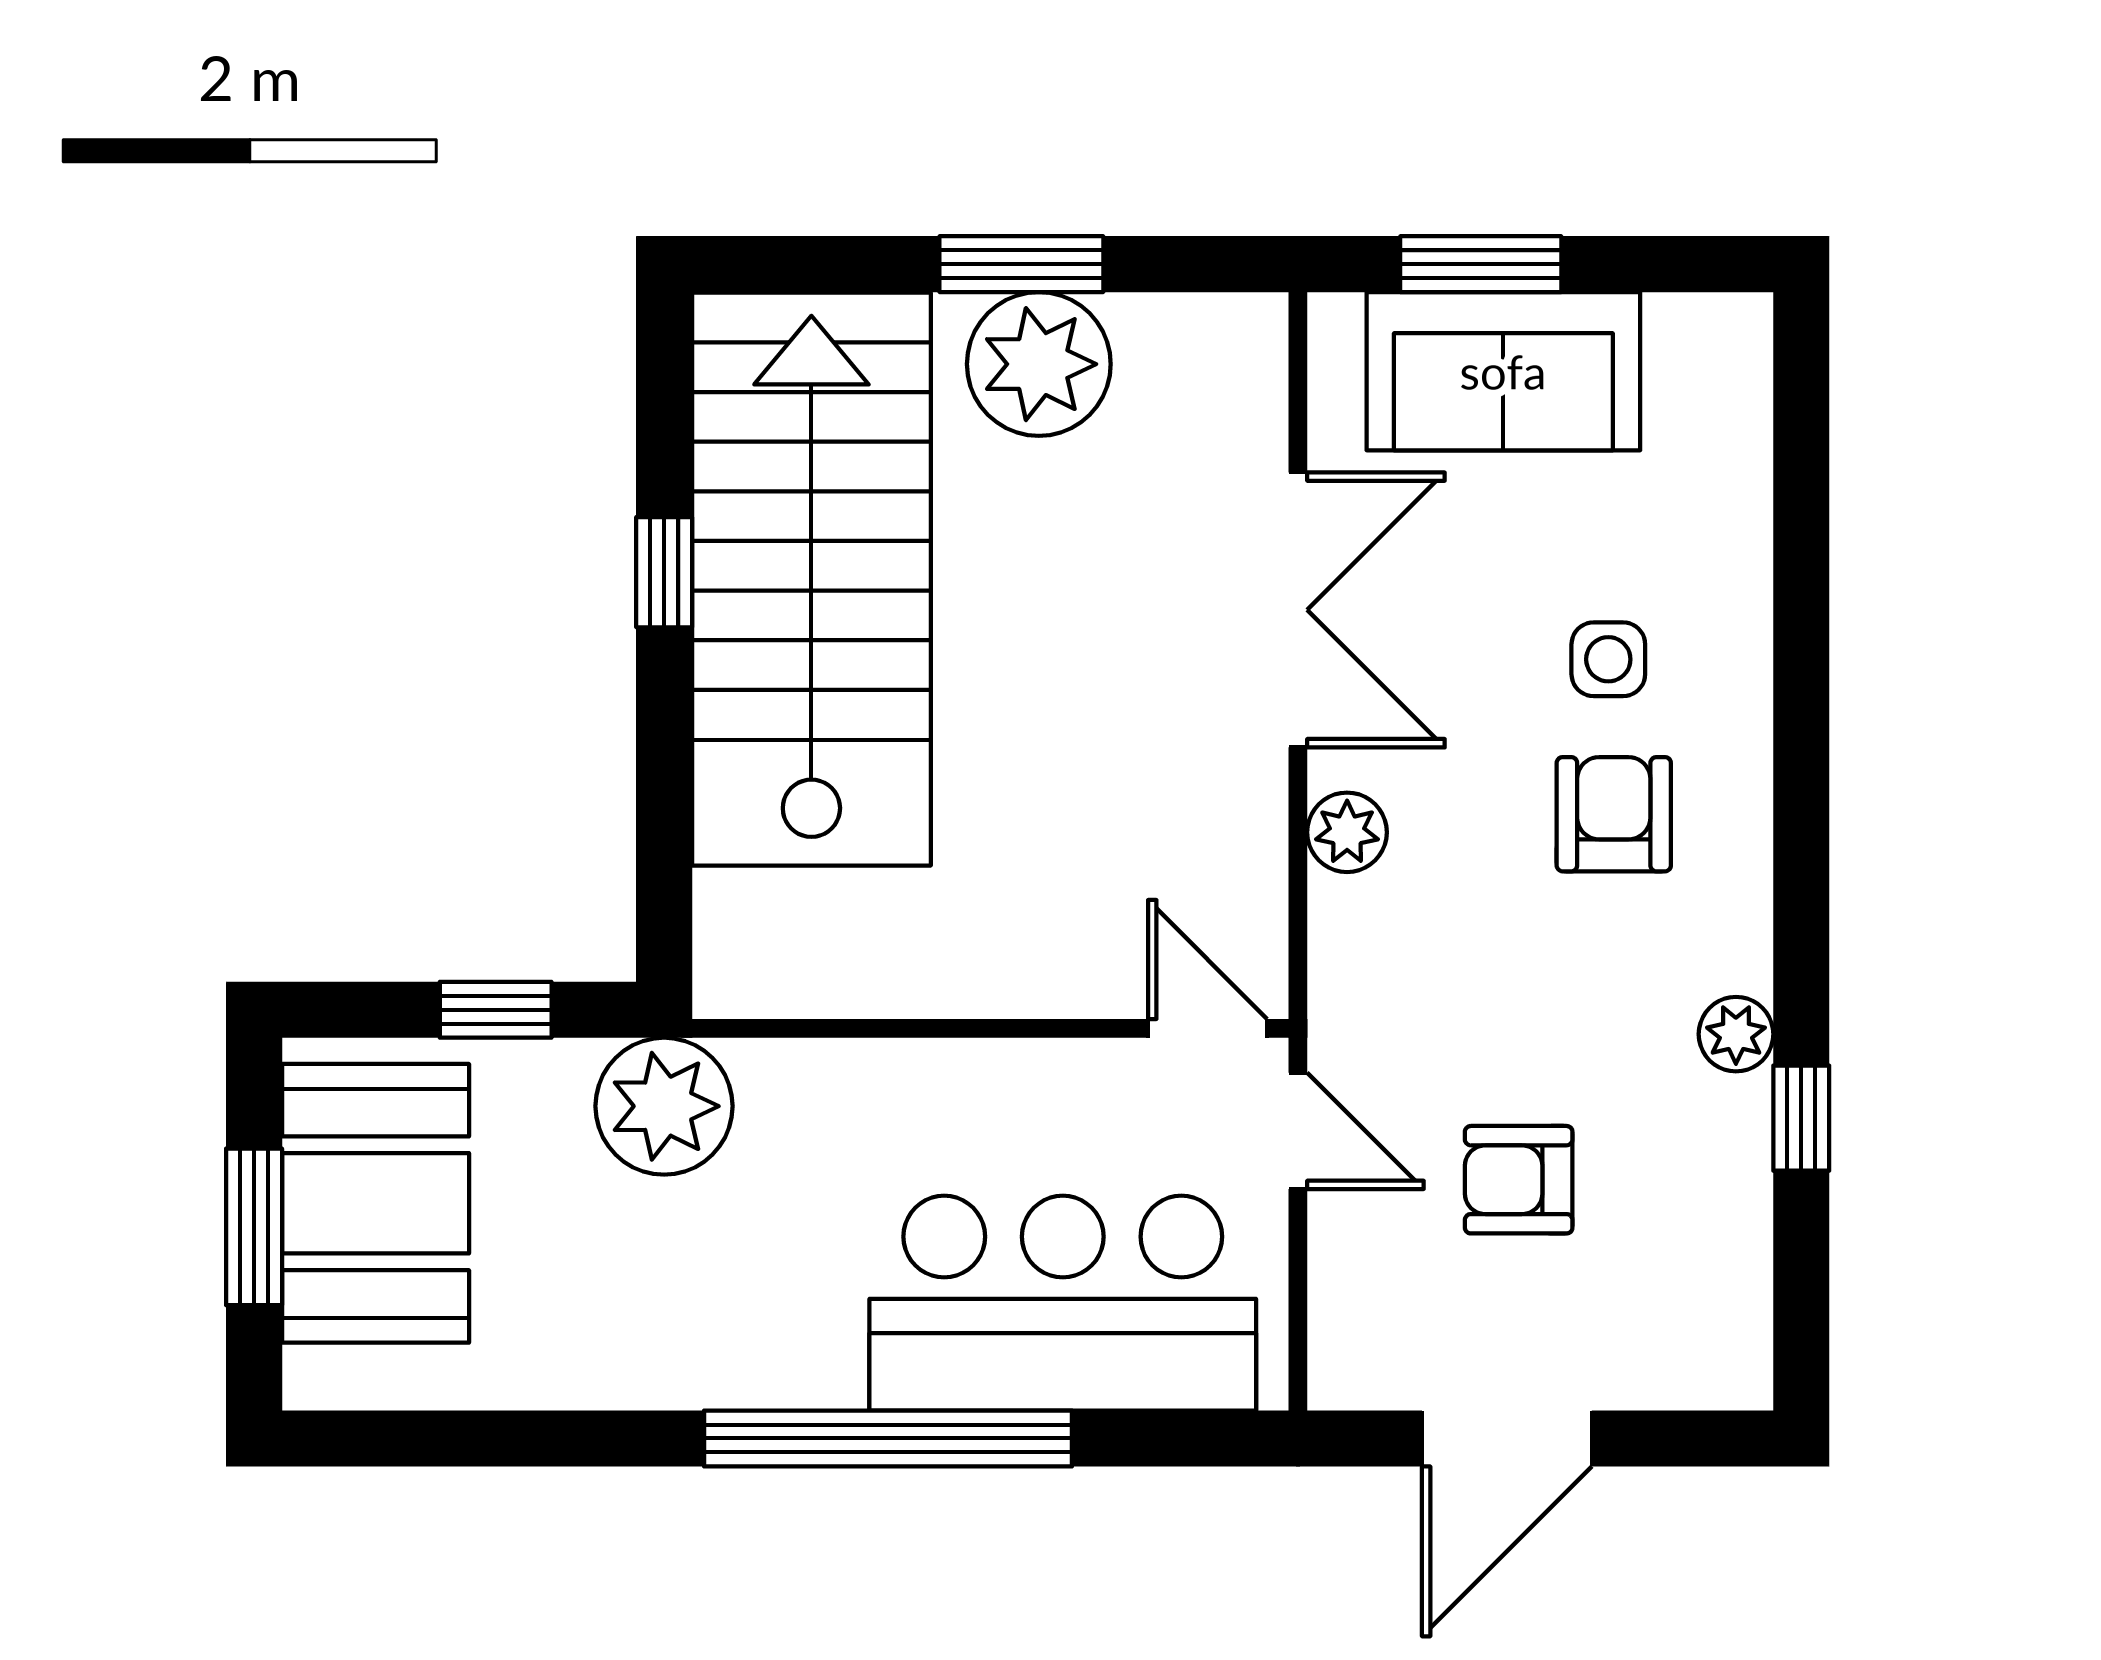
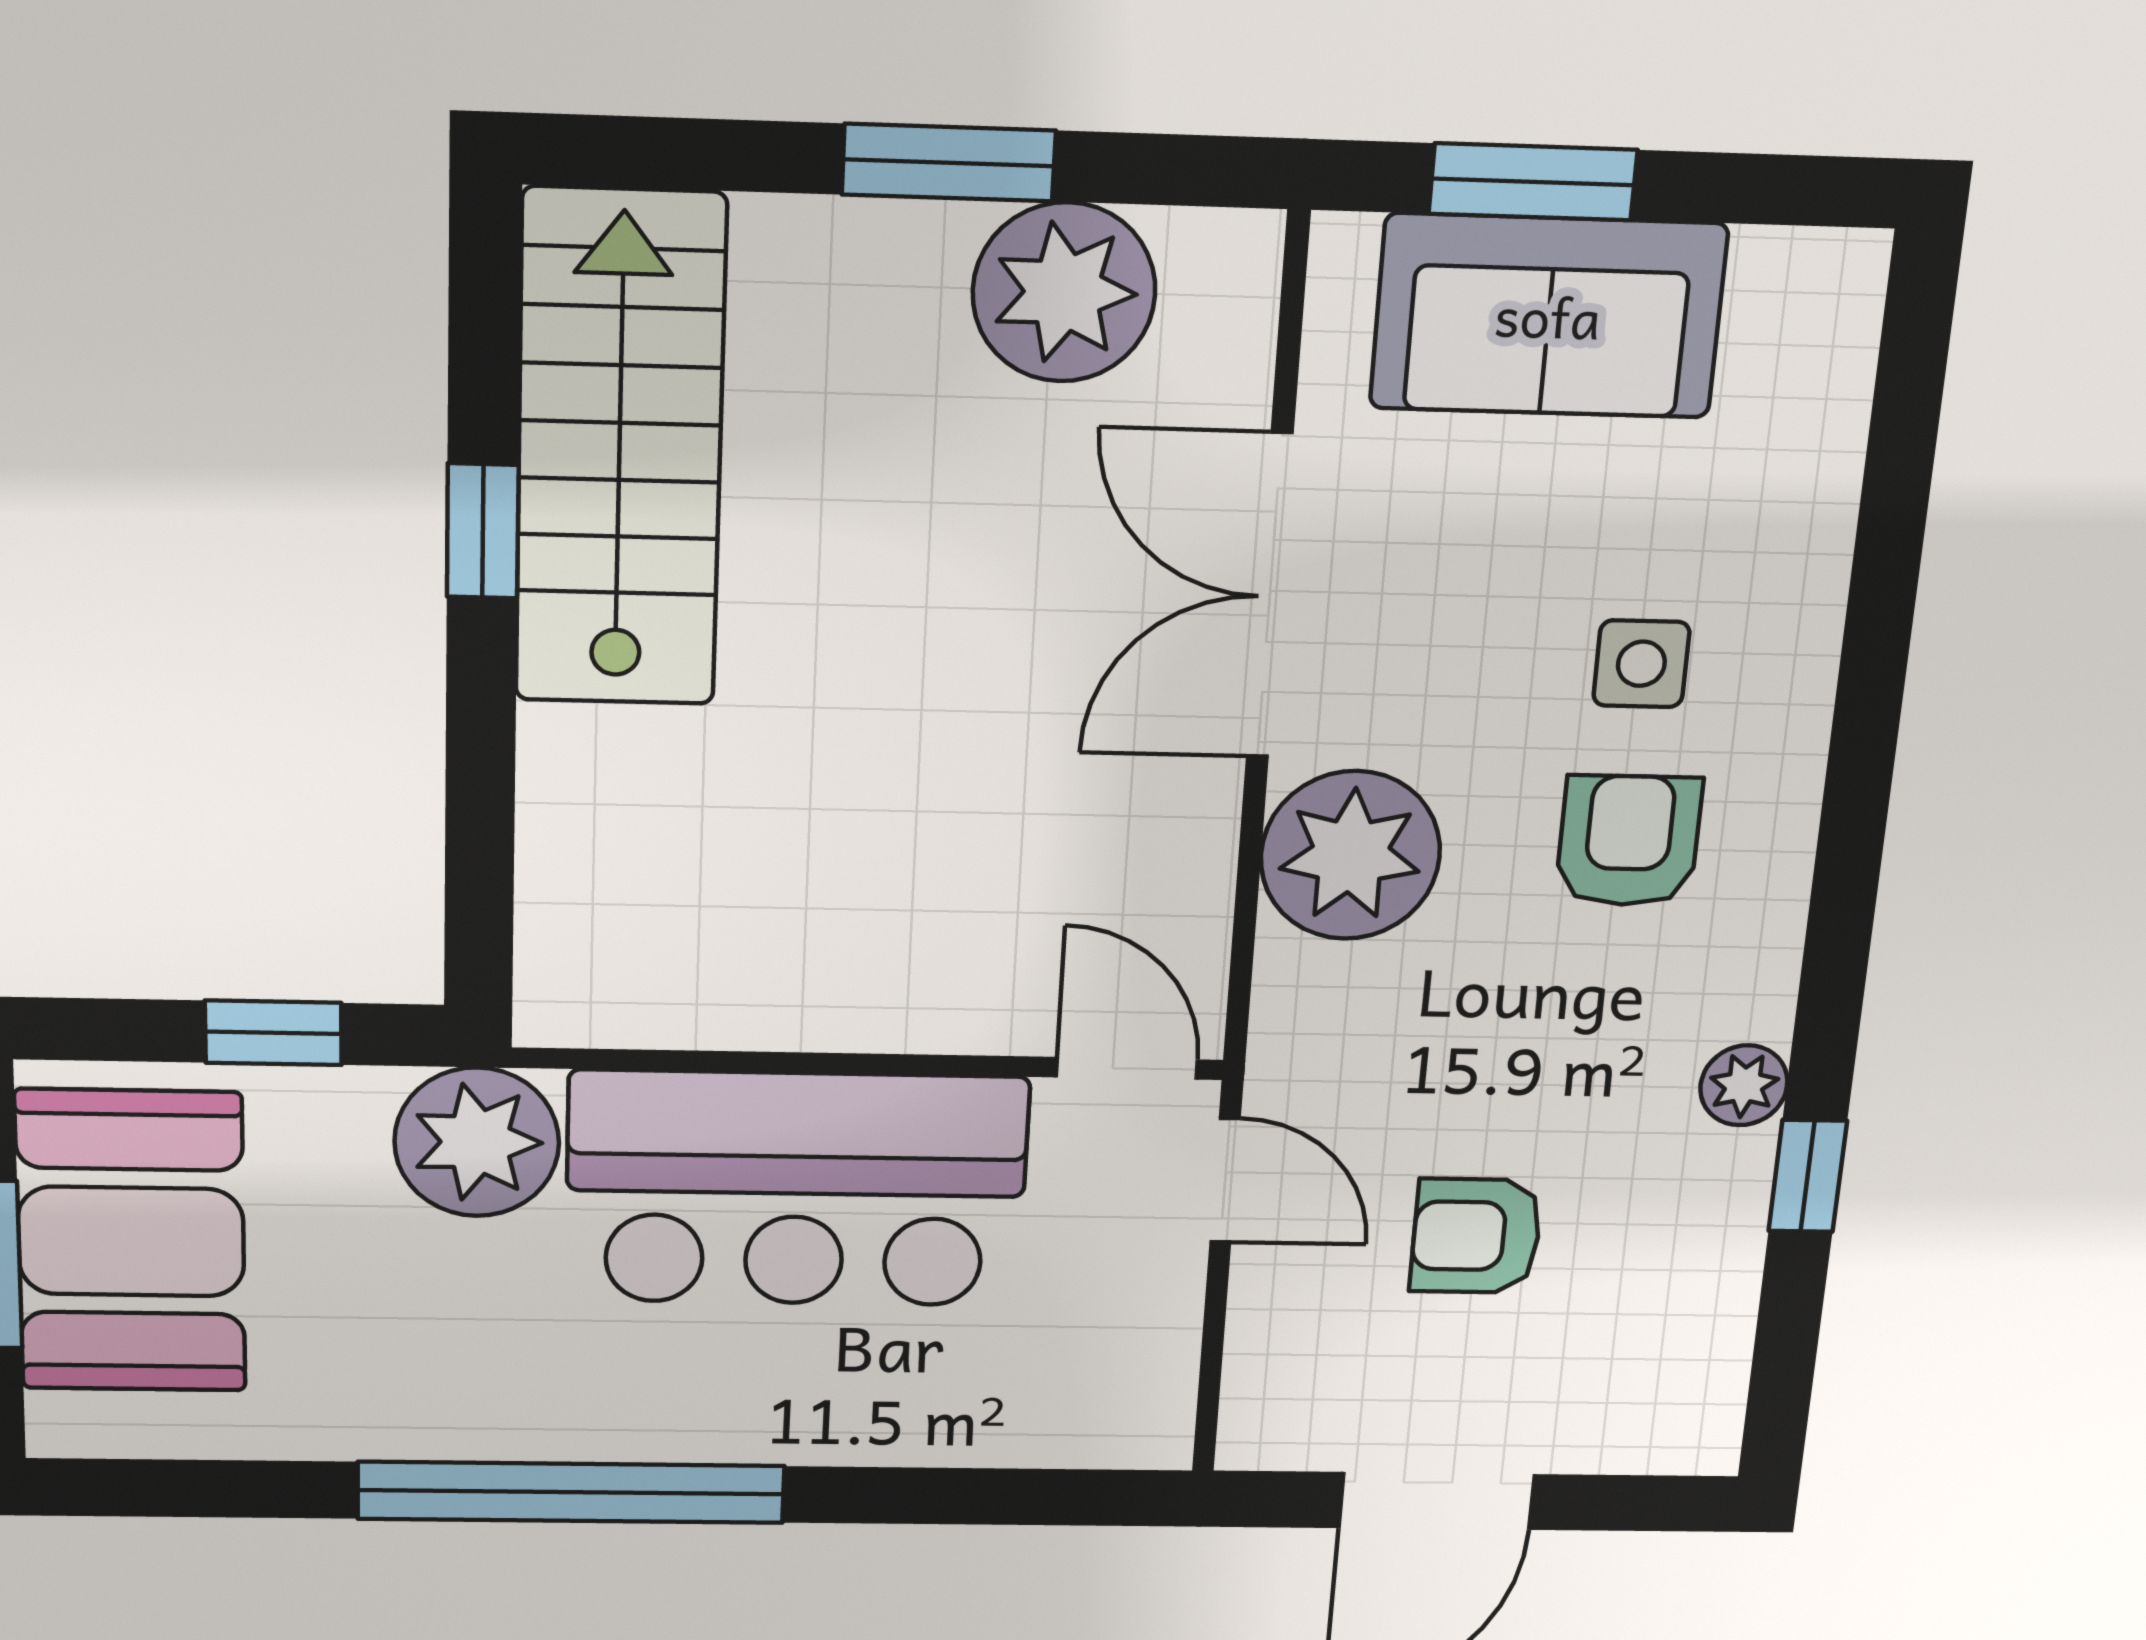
plant: (1039, 364) -> (1064, 292), moved
stairs: (811, 579) -> (620, 451), width x0.73, depth x0.66
double door: (1298, 610) -> (1270, 597), swing flipped
plant: (1347, 832) -> (1350, 855), width x1.88, depth x1.88
bar counter: (1063, 1303) -> (796, 1189), moved, turned 180
window: (888, 1438) -> (571, 1492), moved

